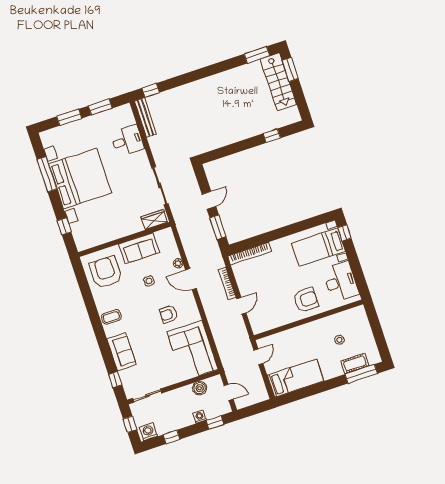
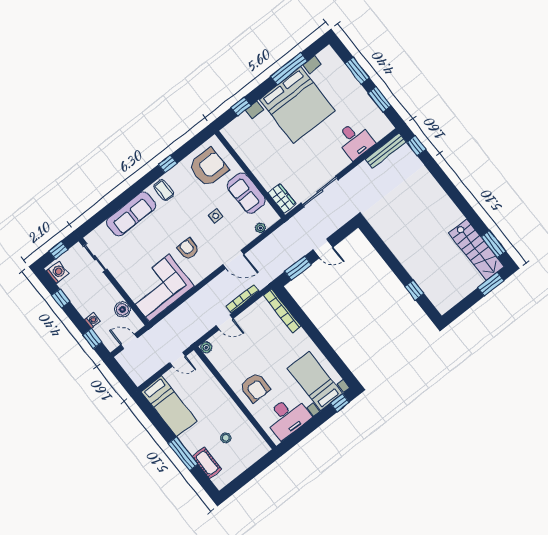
stairs: (278, 82) -> (476, 250), moved, turned -90
plant: (178, 263) -> (260, 228), moved
door: (191, 279) -> (233, 259), swing flipped
plant: (257, 329) -> (206, 347), added
sofa: (122, 352) -> (131, 214), width x1.36
window: (361, 374) -> (183, 454), moved
window: (115, 380) -> (168, 164), moved
door: (229, 392) -> (129, 341), swing flipped

